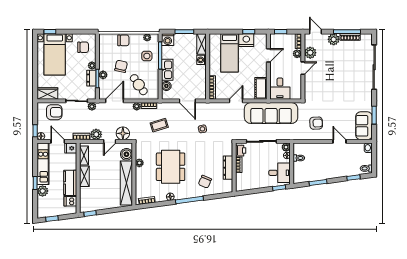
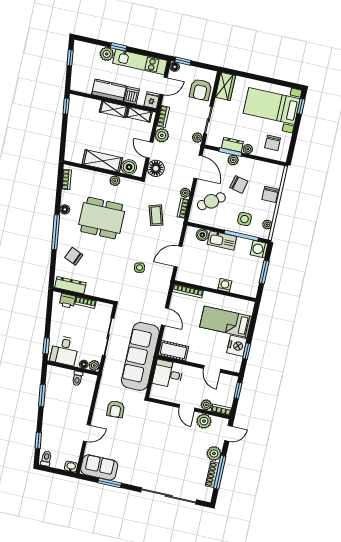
shelving: (202, 44) -> (244, 290), removed
printer: (241, 151) -> (67, 301), moved
dresser: (228, 168) -> (70, 285), moved
shelving: (126, 183) -> (102, 161), width x0.68
dishwasher: (70, 201) -> (132, 95), moved

